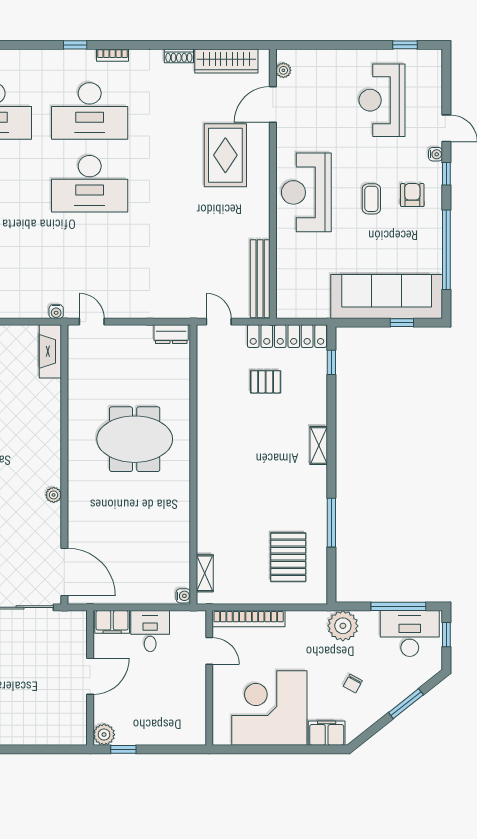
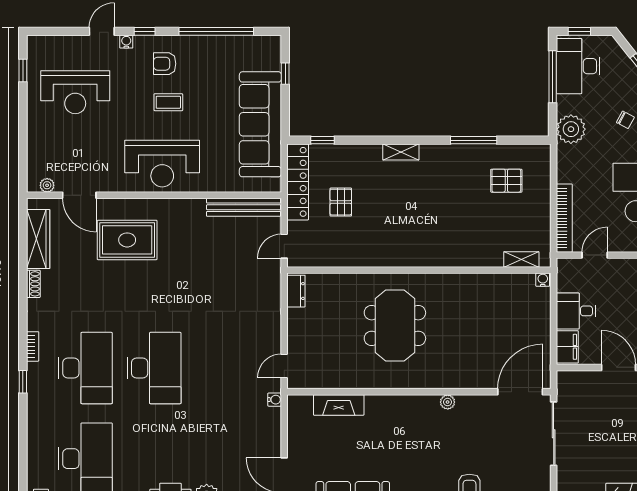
sofa: (387, 297) -> (260, 124), moved
fireplace: (50, 351) -> (339, 405), moved
pallet: (288, 557) -> (506, 181), width x0.67, depth x0.71

